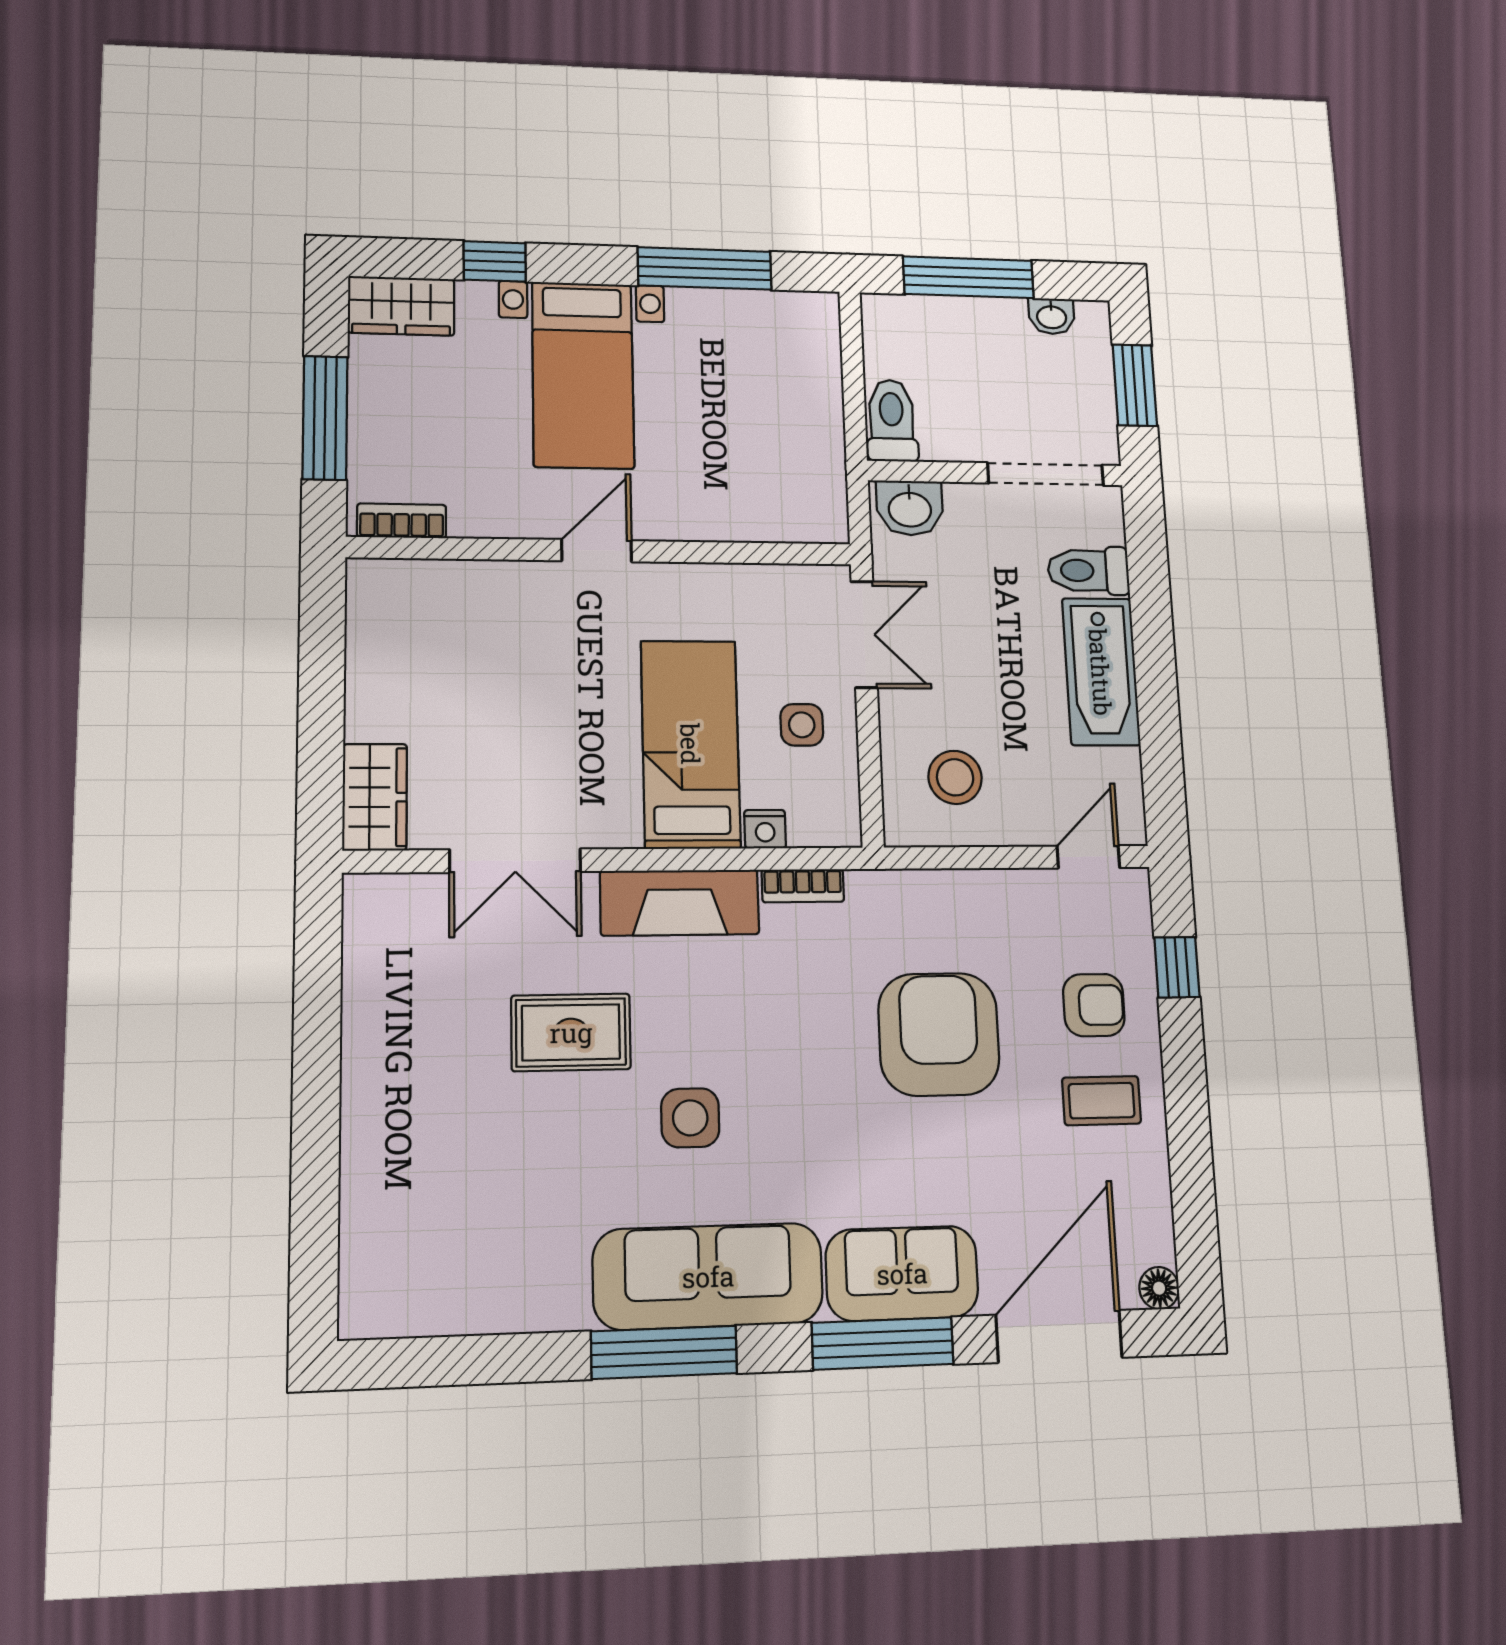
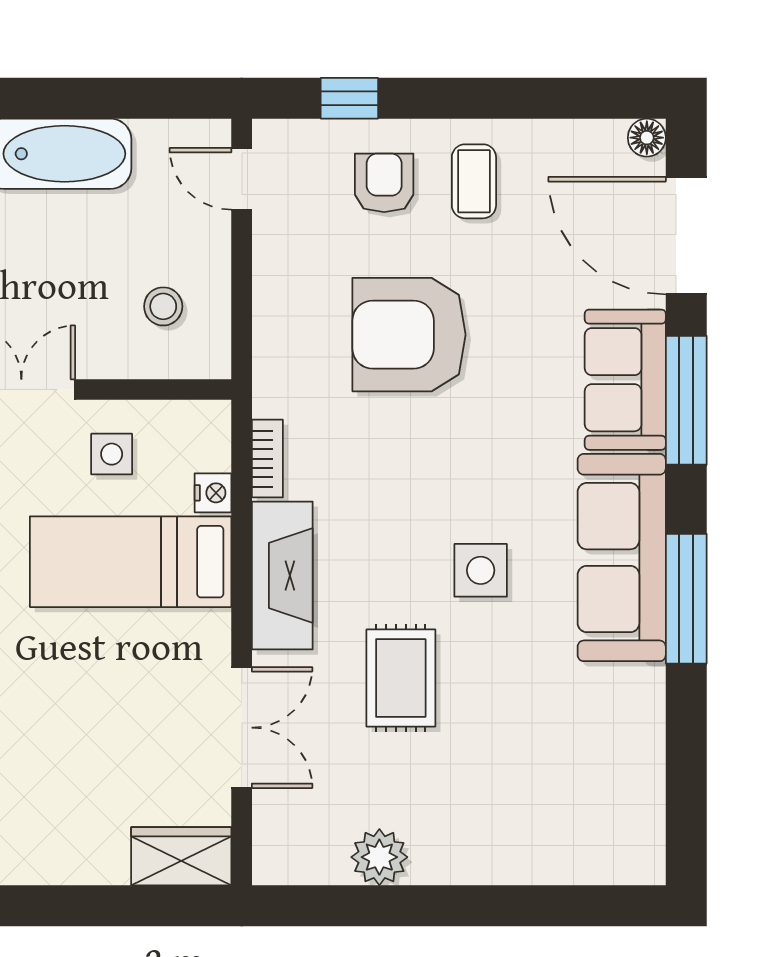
stool: (955, 777) -> (163, 306), width x0.73, depth x0.73
plant: (372, 1012) -> (379, 857), added

